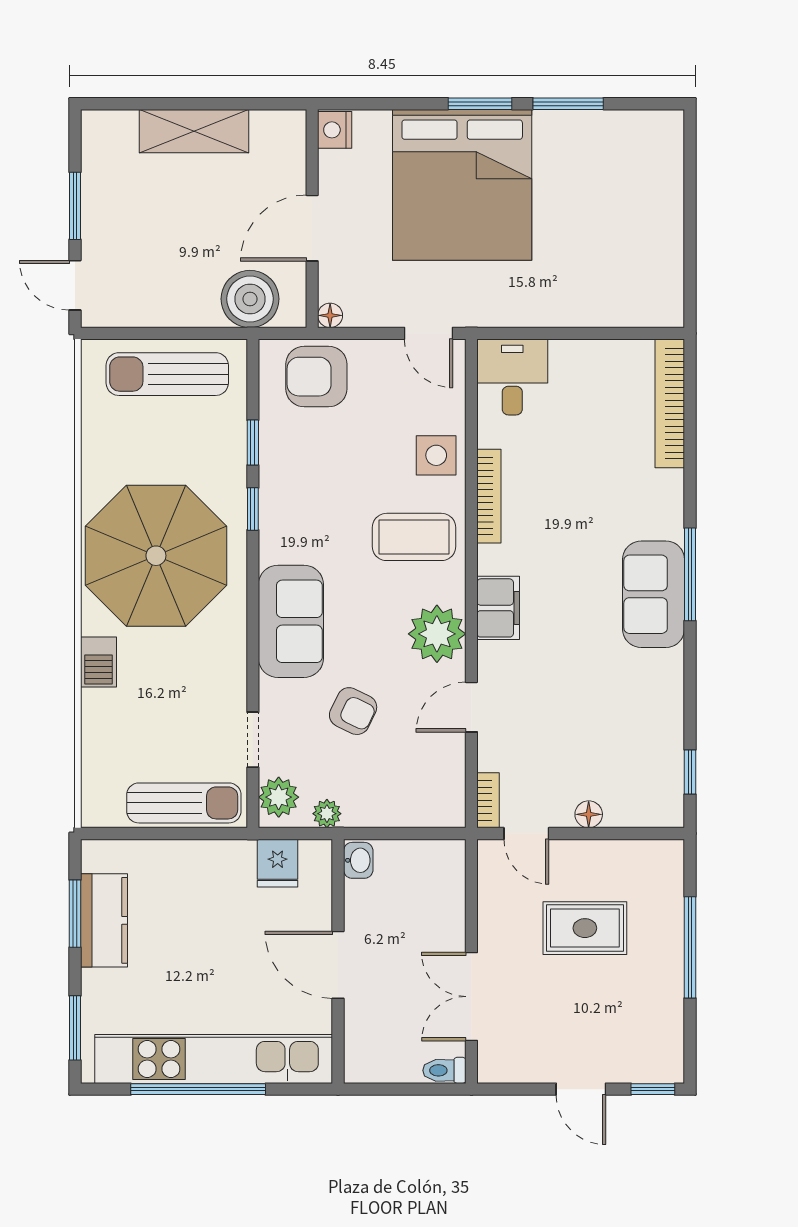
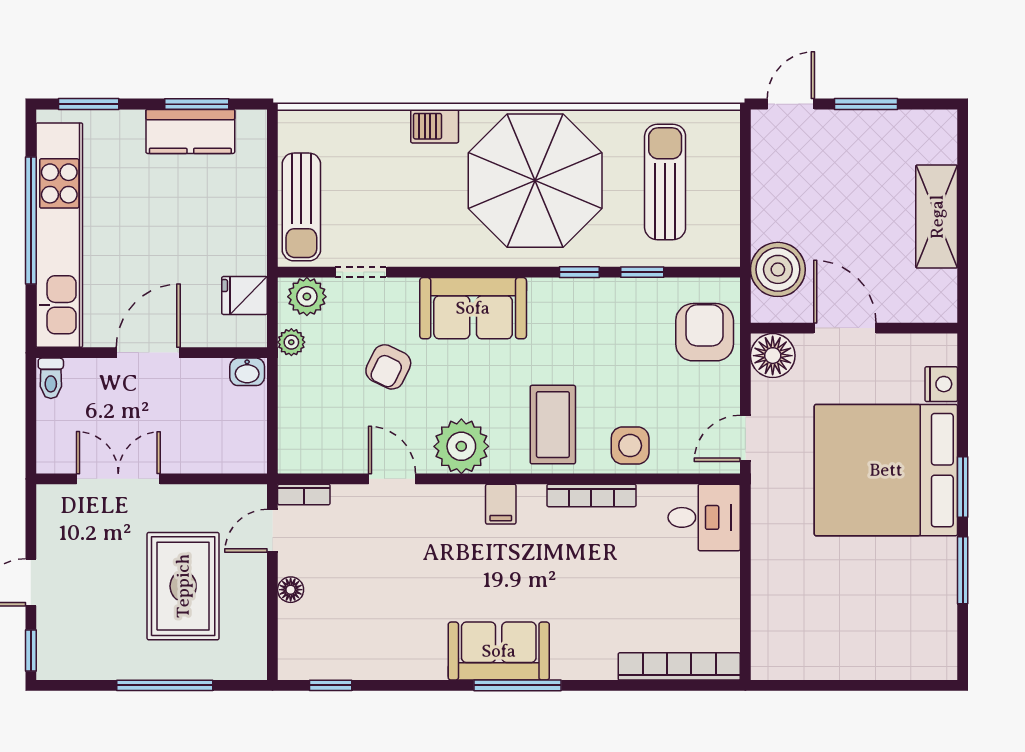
nightstand: (335, 130) -> (941, 384), moved, turned 90
floor lamp: (330, 315) -> (773, 356), width x1.89, depth x1.89
sun lounger: (167, 374) -> (665, 182), moved
filing cabinet: (498, 608) -> (501, 504), width x0.50
rug: (585, 928) -> (183, 586), width x1.36, depth x1.43
toilet: (444, 1070) -> (51, 378), moved, turned 180

